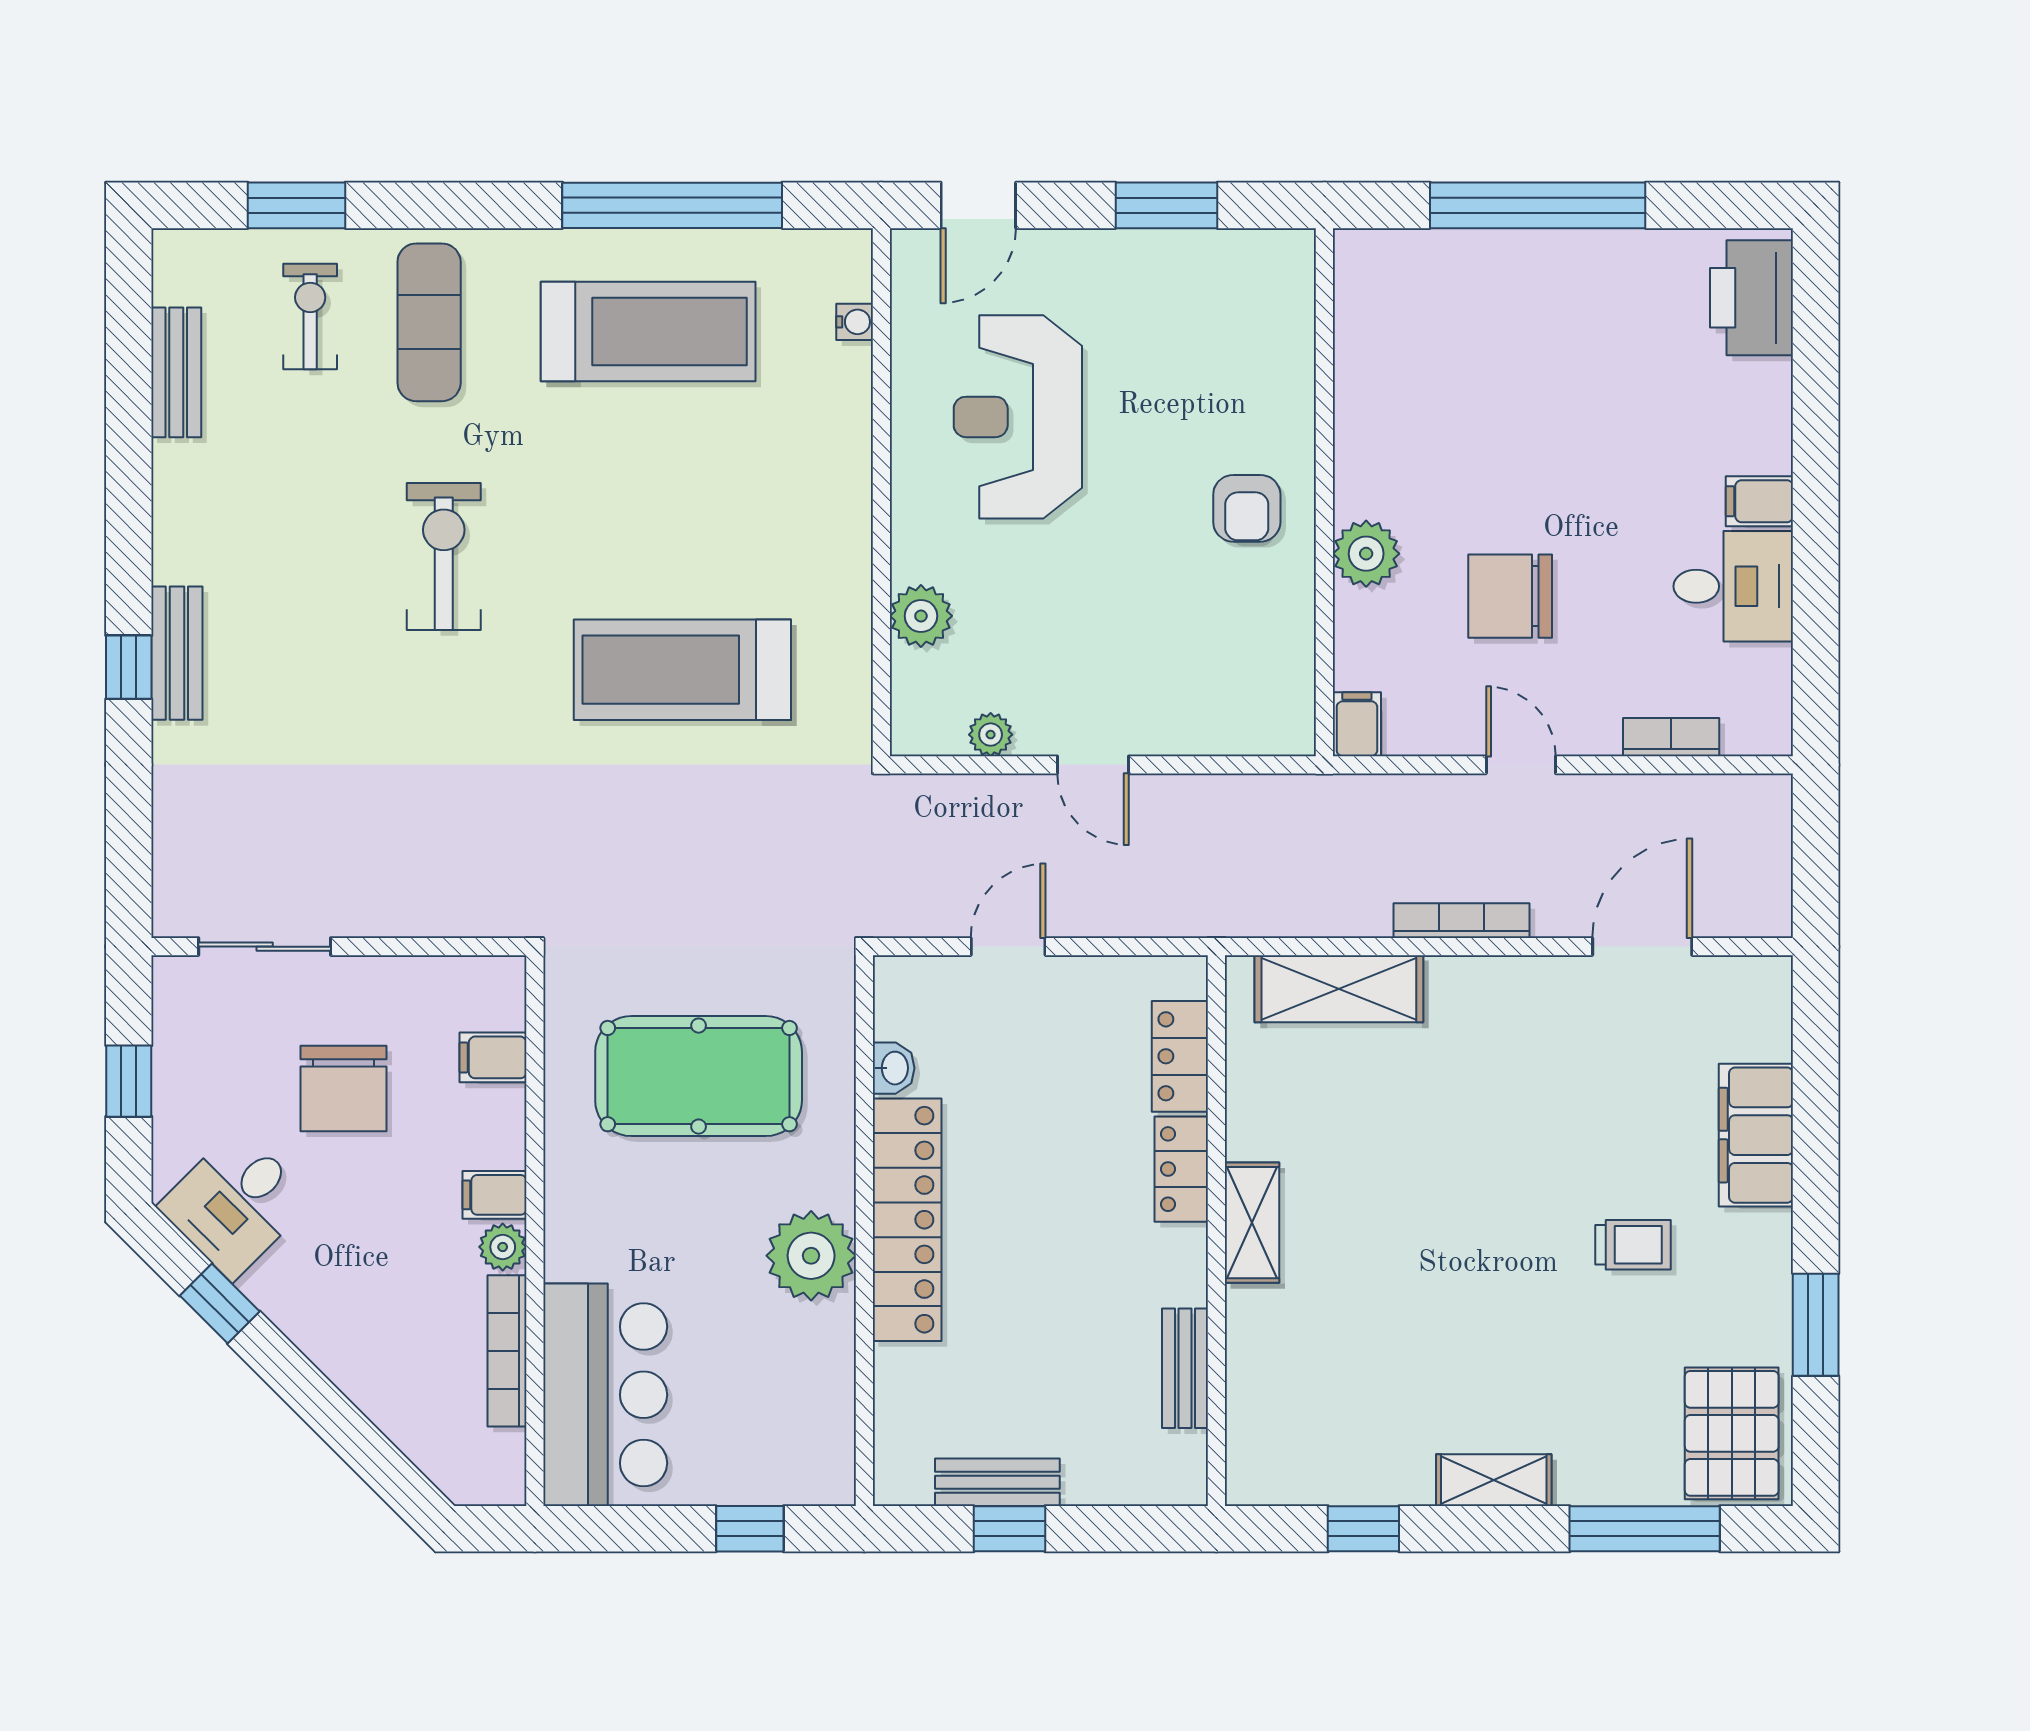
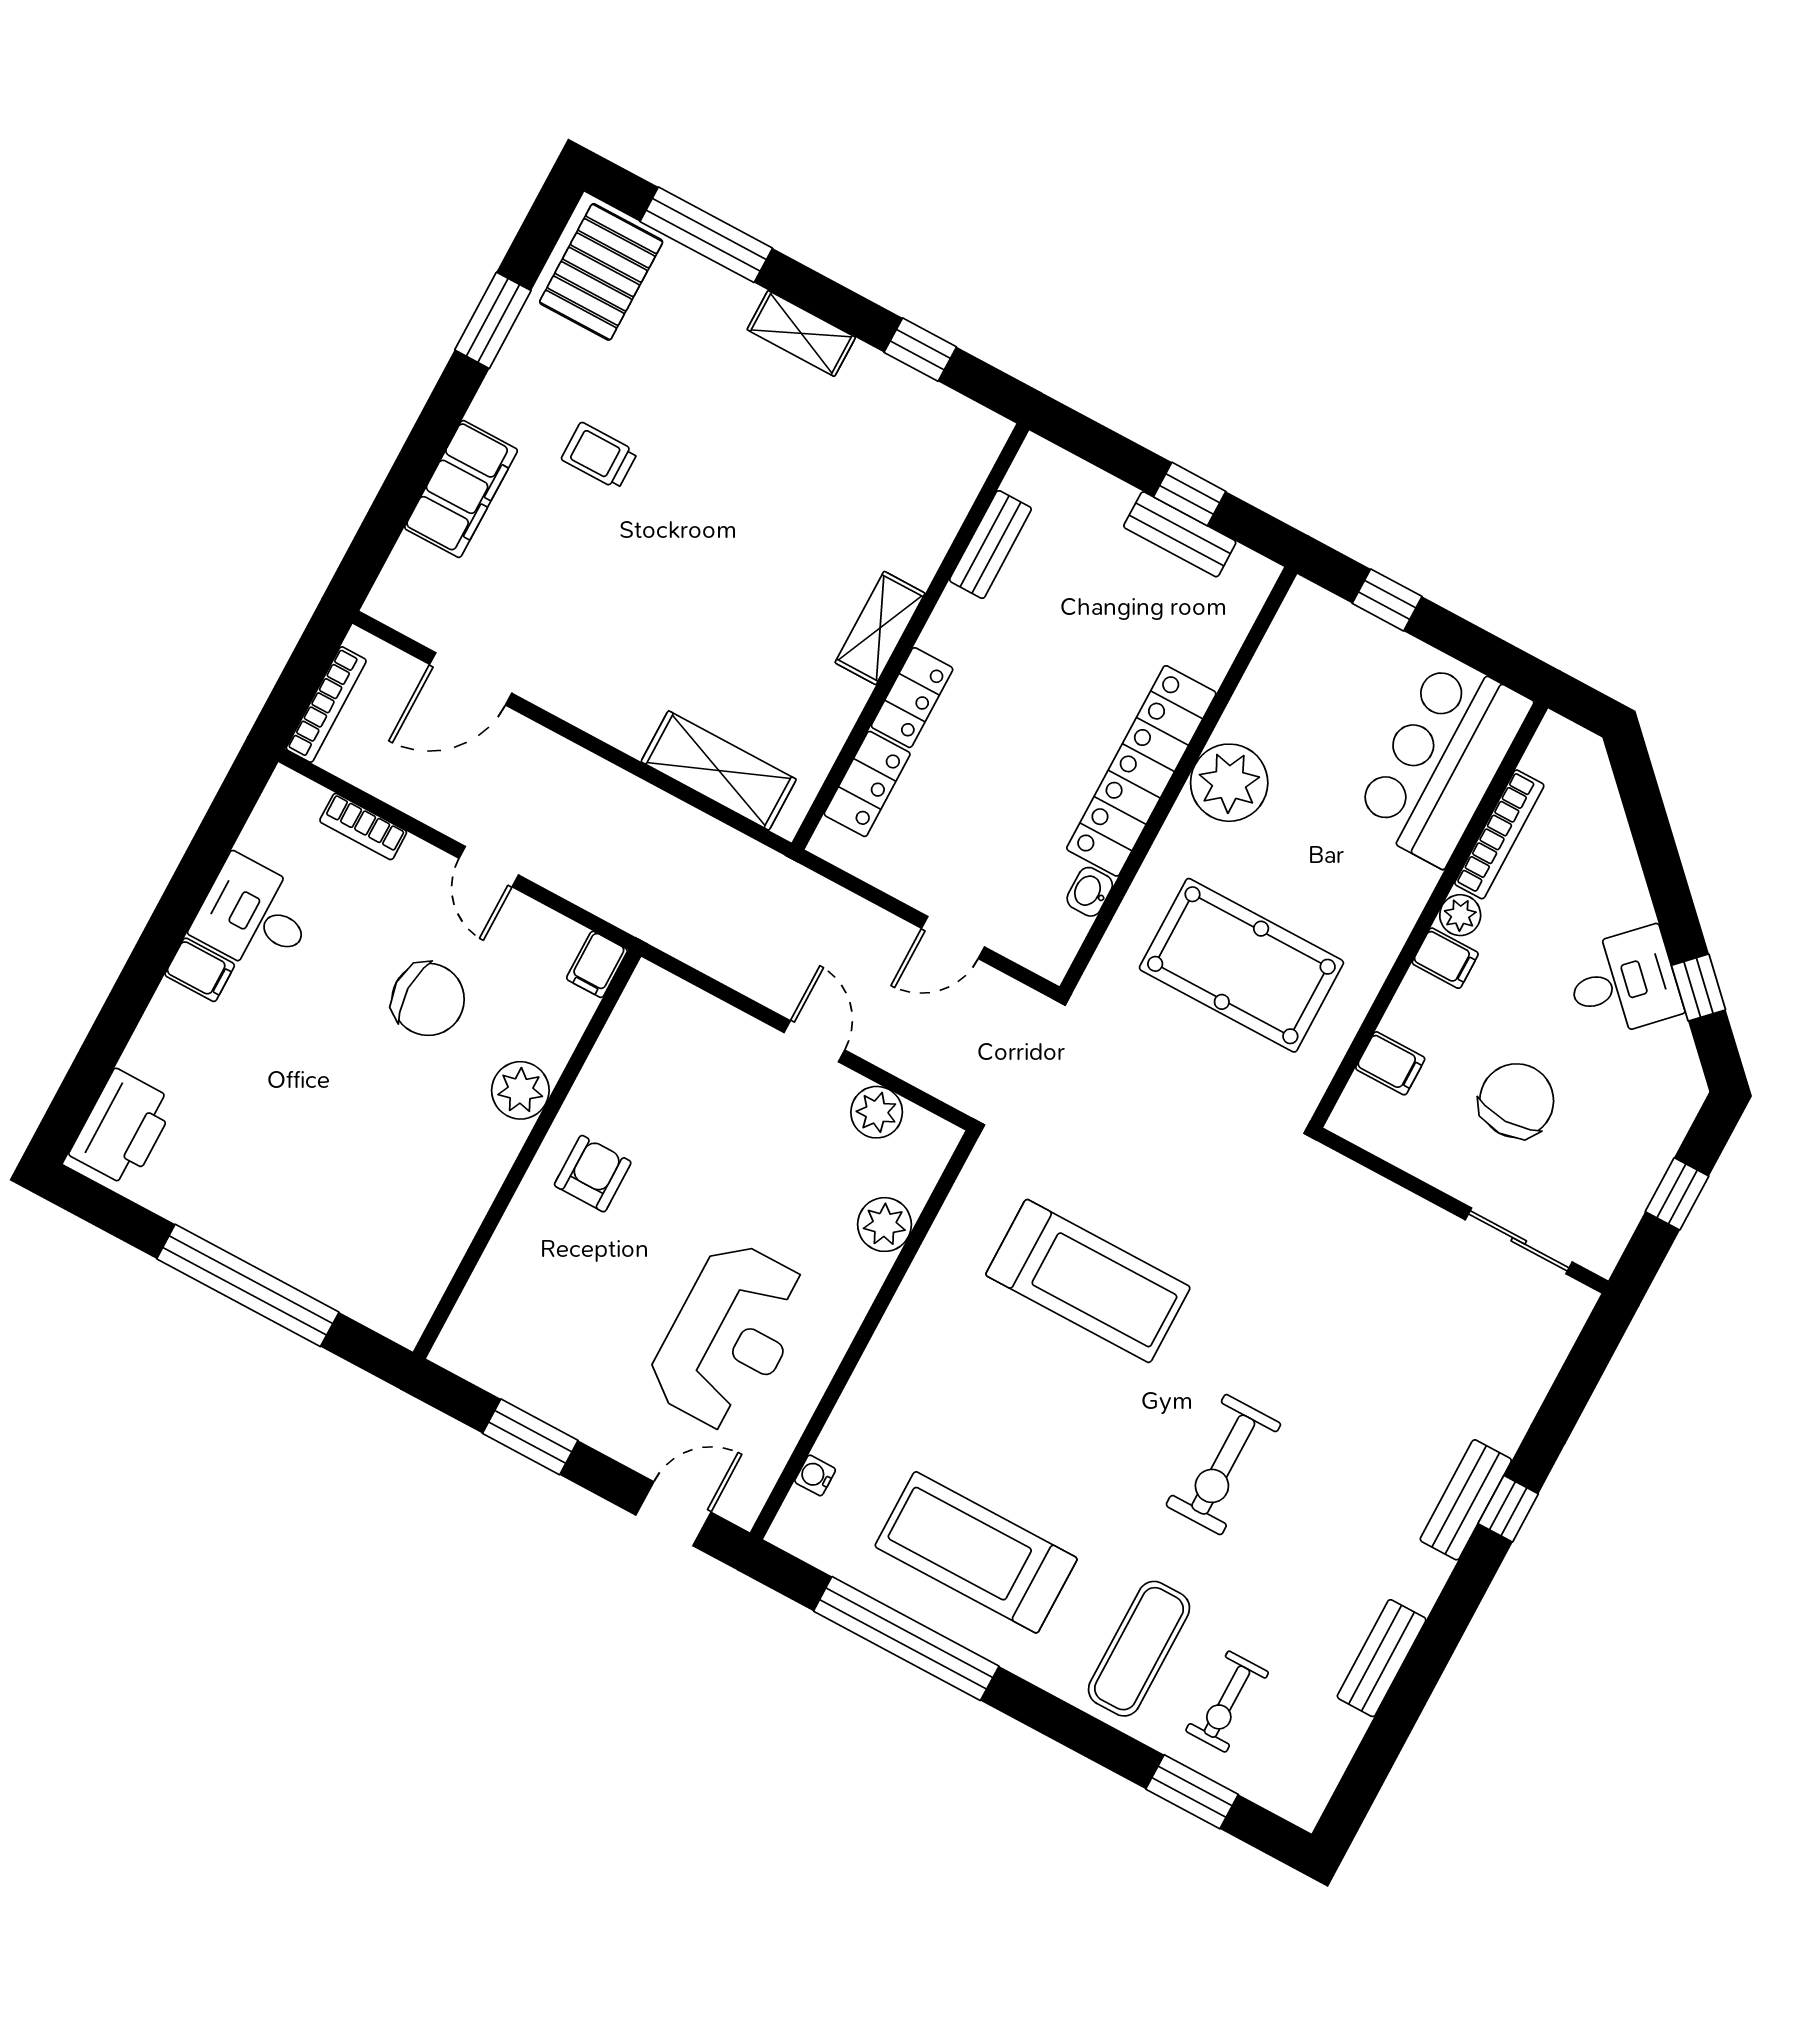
bench: (176, 372) -> (1382, 1658), moved
plant: (991, 735) -> (877, 1112), width x1.38, depth x1.38
bookcase: (1462, 921) -> (326, 705), moved, turned -90
desk: (235, 1204) -> (1623, 983), moved

